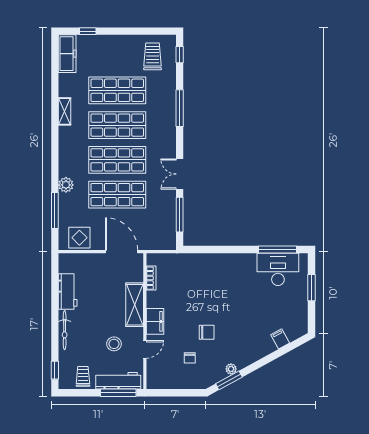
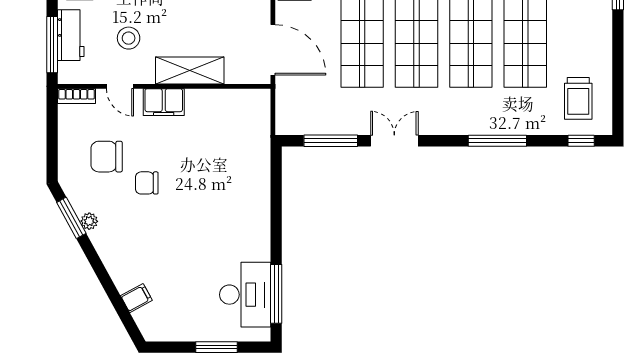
trolley: (153, 56) -> (578, 98), turned 90
door: (122, 252) -> (273, 50), hinge flipped
bookcase: (151, 278) -> (76, 96), moved
chair: (207, 332) -> (147, 183), turned 90
chair: (190, 358) -> (107, 157), width x1.87, depth x1.87
workbench: (118, 381) -> (71, 35), width x0.73

